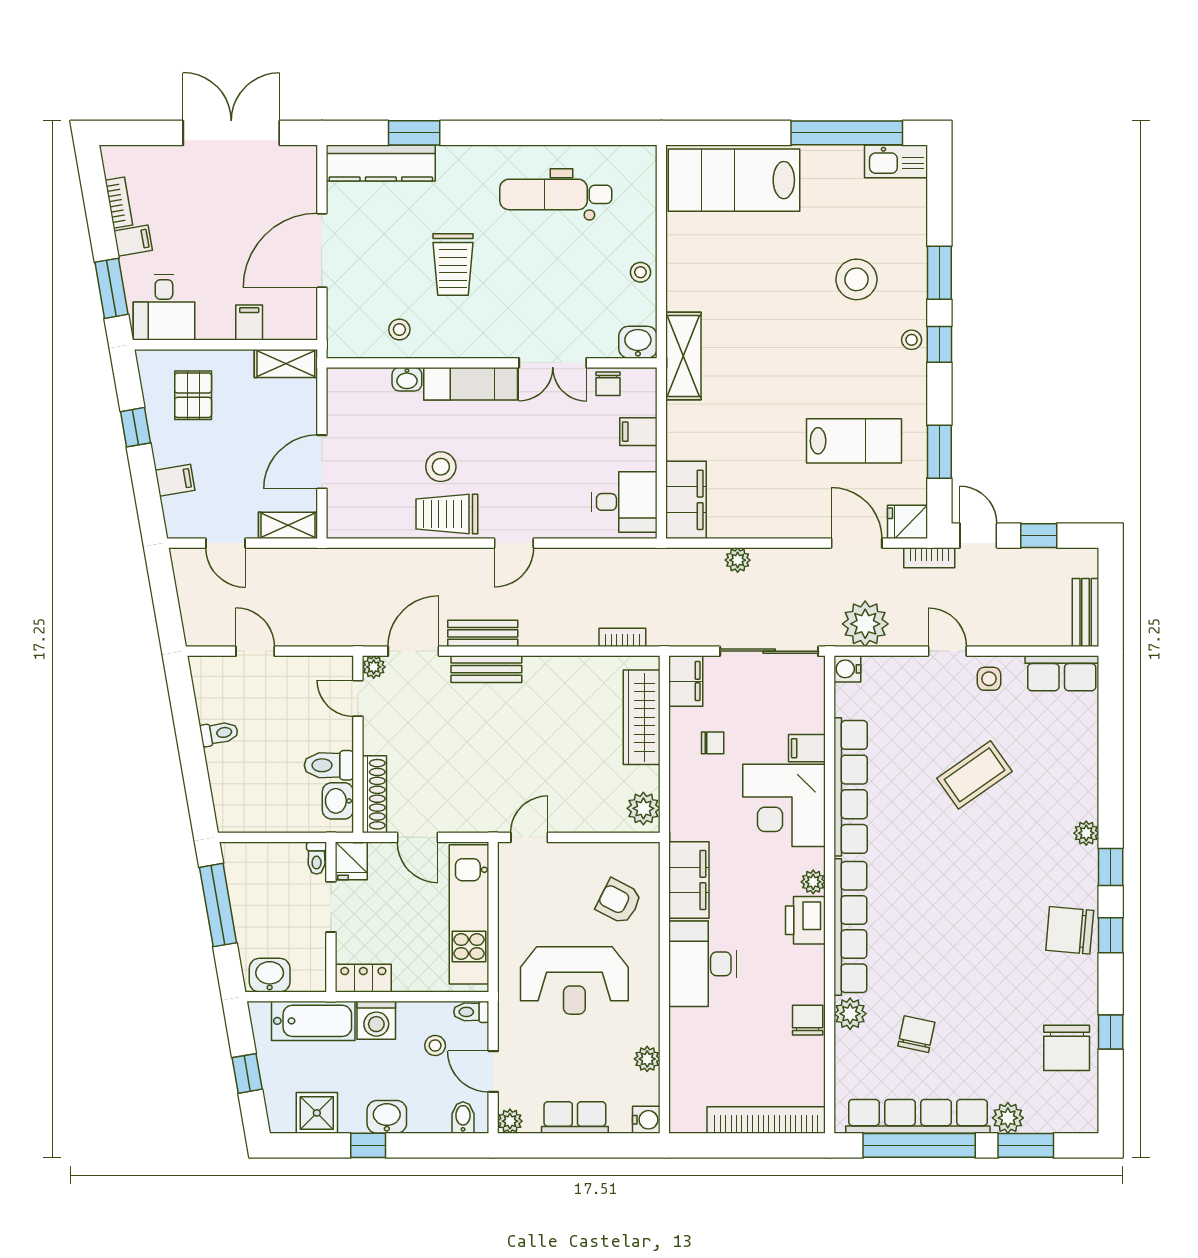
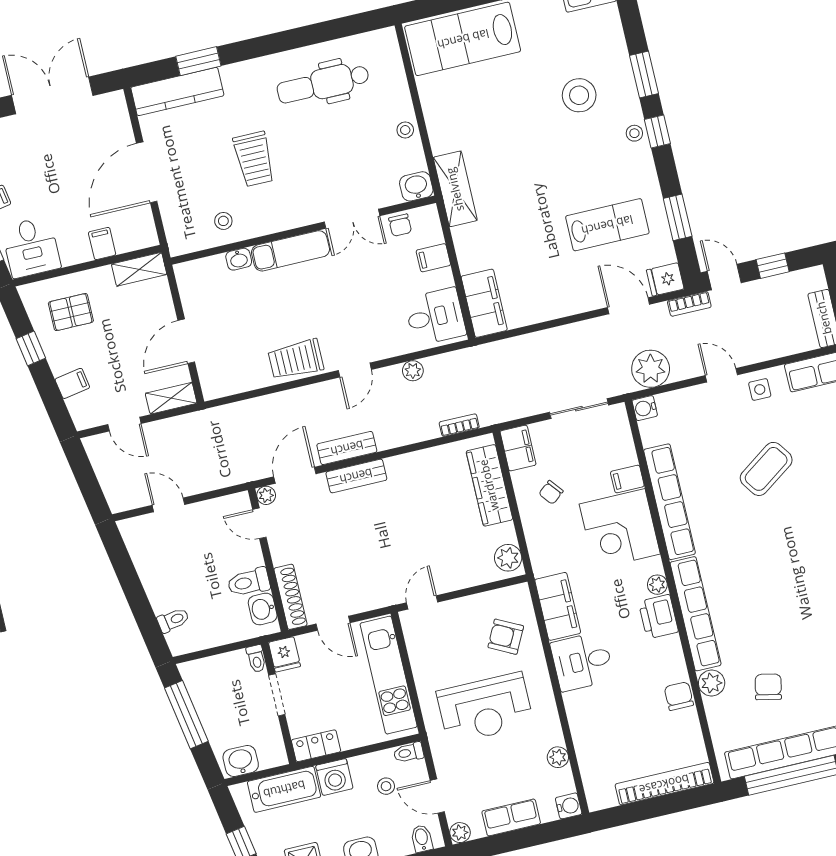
pallet: (193, 395) -> (71, 312), turned 90
stool: (441, 467) -> (282, 323), removed
plant: (738, 560) -> (413, 371), moved
sliding door: (769, 651) -> (579, 409), width x0.73
toilet: (219, 733) -> (173, 620), moved
chair: (713, 743) -> (551, 492), turned 141
desk: (703, 964) -> (582, 661), width x0.73

